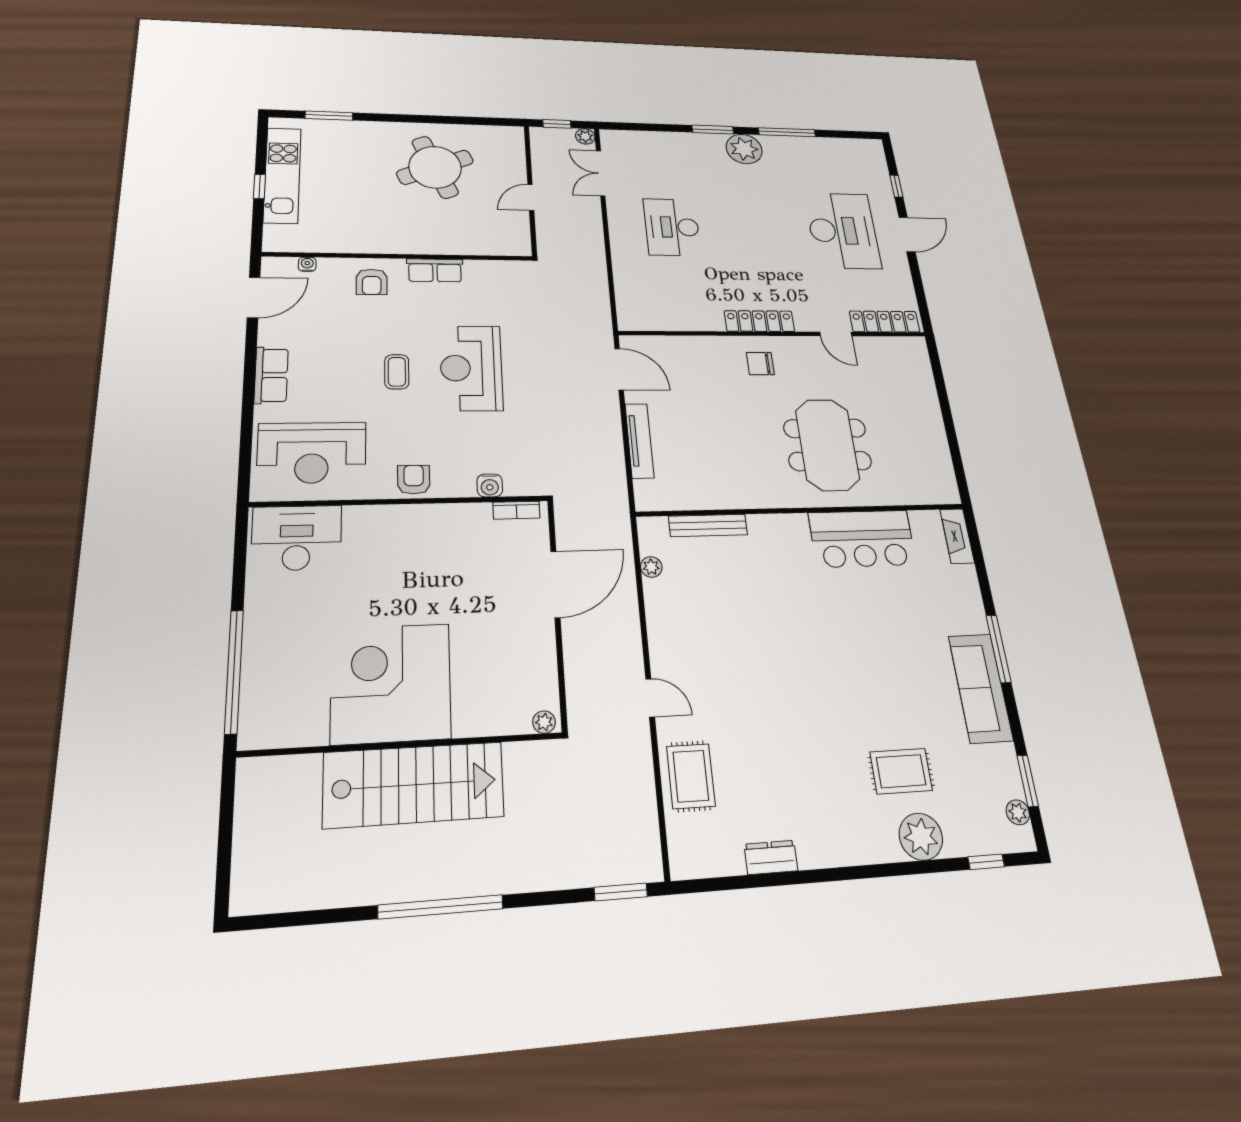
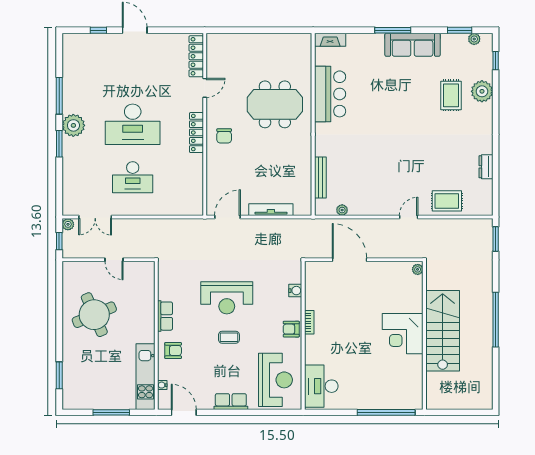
kitchen unit: (282, 175) -> (146, 377), moved, turned -90
window: (259, 187) -> (111, 412), width x2.17
desk: (843, 231) -> (133, 124), moved, turned 180
bookcase: (517, 510) -> (309, 322), moved
corner desk: (391, 683) -> (403, 334), width x0.74, depth x0.74

